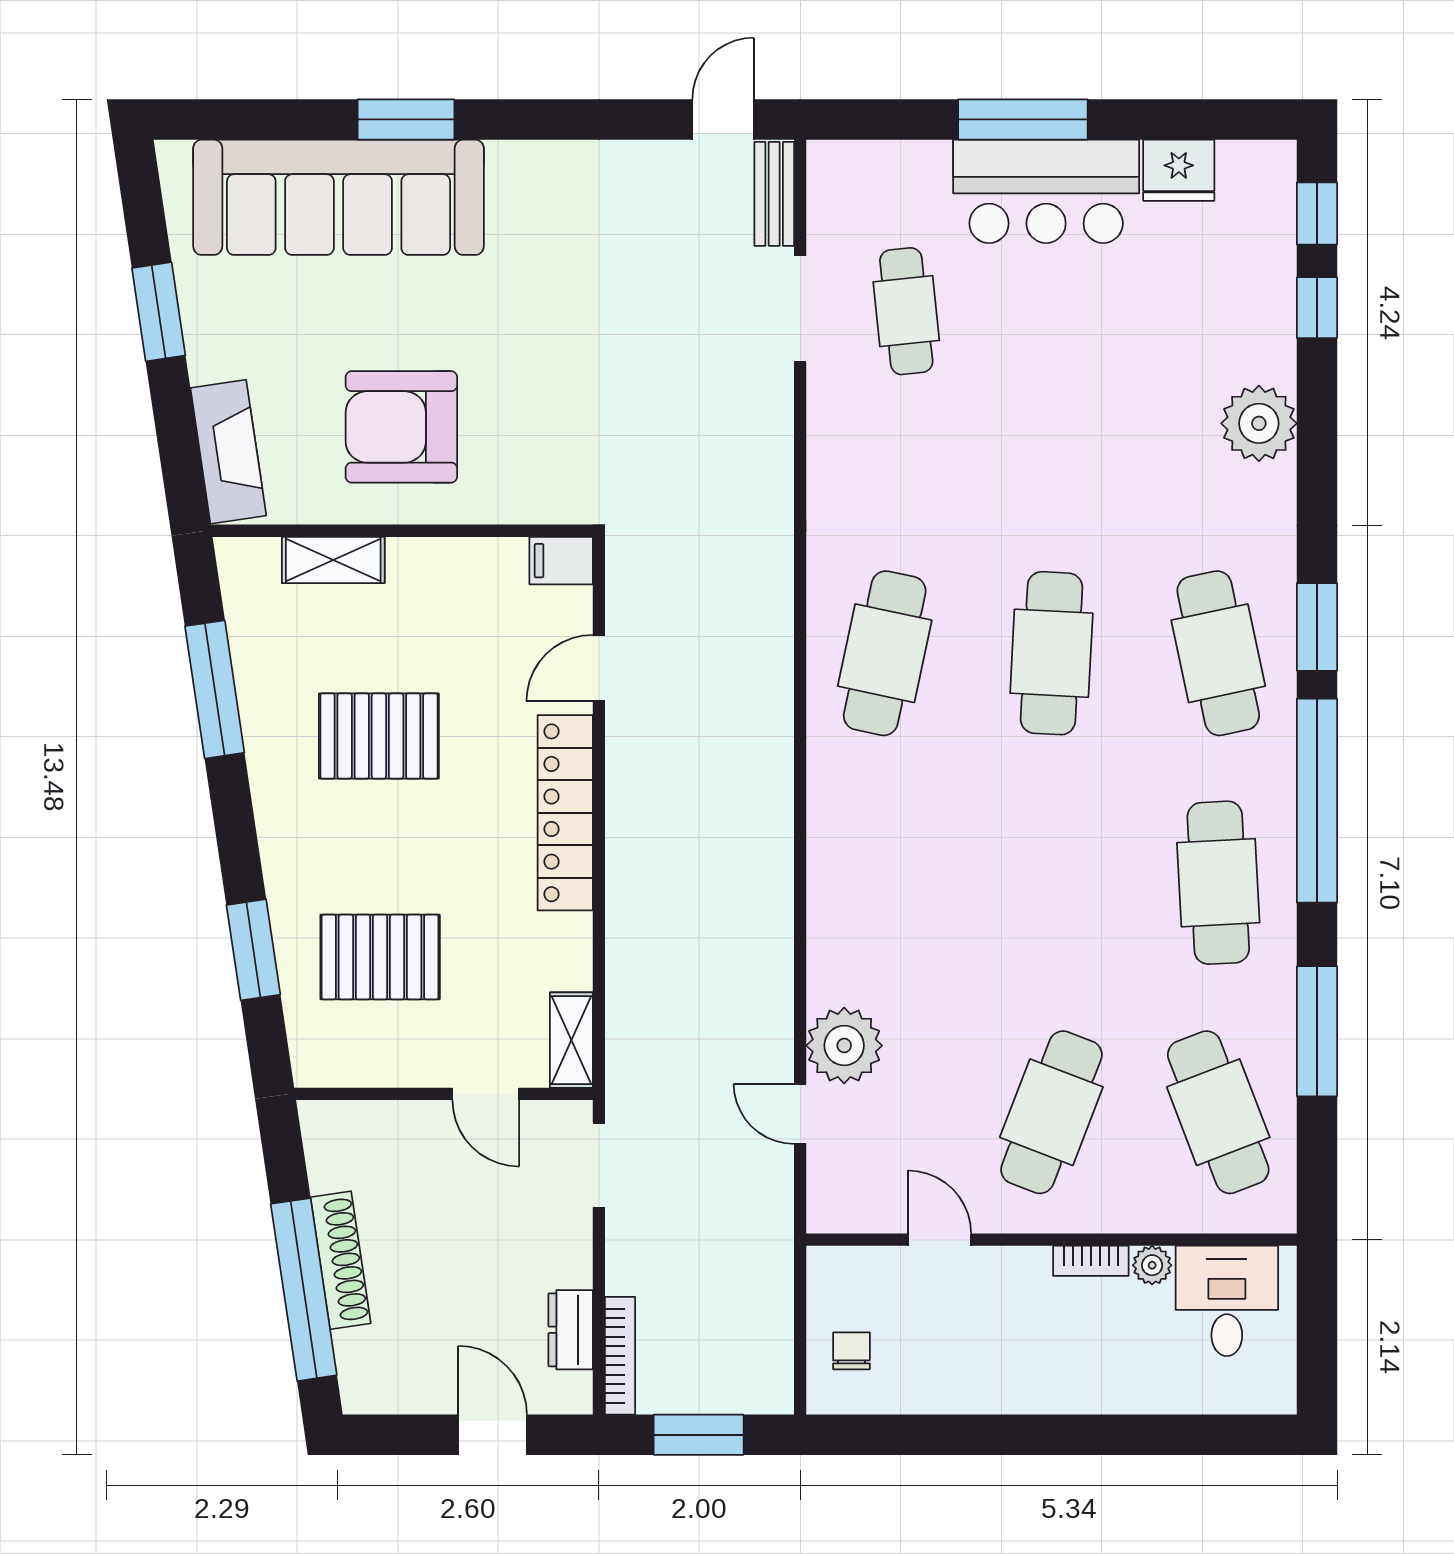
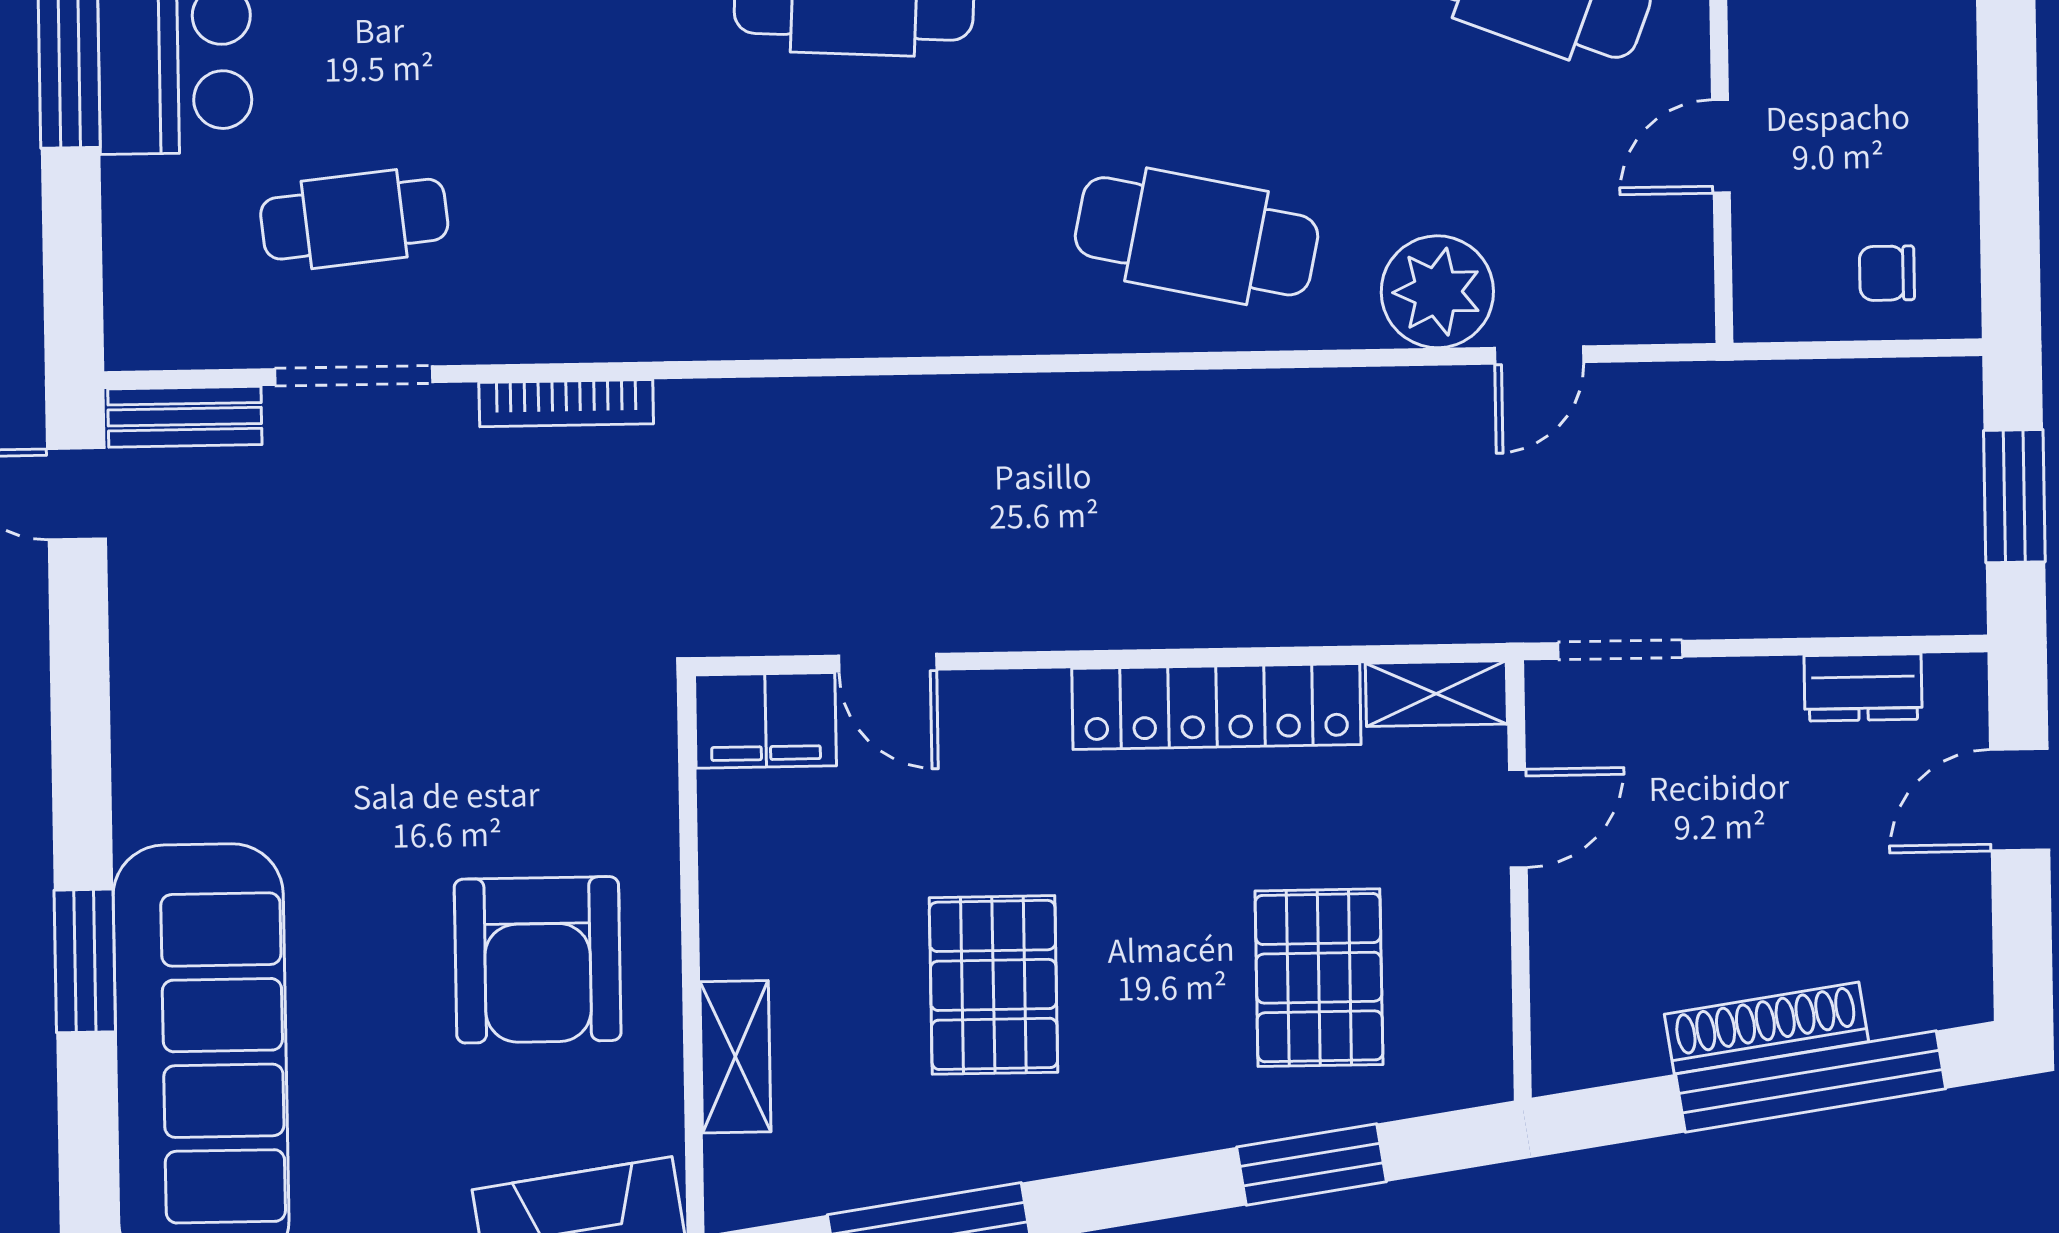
filing cabinet: (561, 561) -> (765, 720), width x2.00
cafe table: (885, 653) -> (1197, 236), moved
locker: (565, 813) -> (1216, 707), moved
bookcase: (620, 1356) -> (566, 403), moved, turned 180

